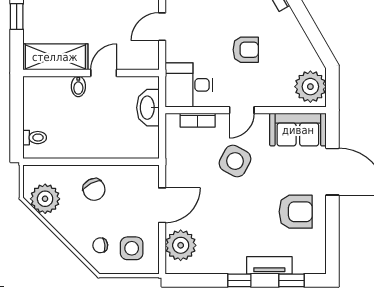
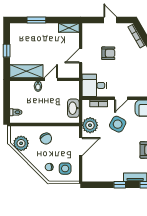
armchair: (246, 50) -> (108, 53), moved
washbasin: (148, 108) -> (73, 108), moved
plant: (181, 245) -> (90, 125), moved

